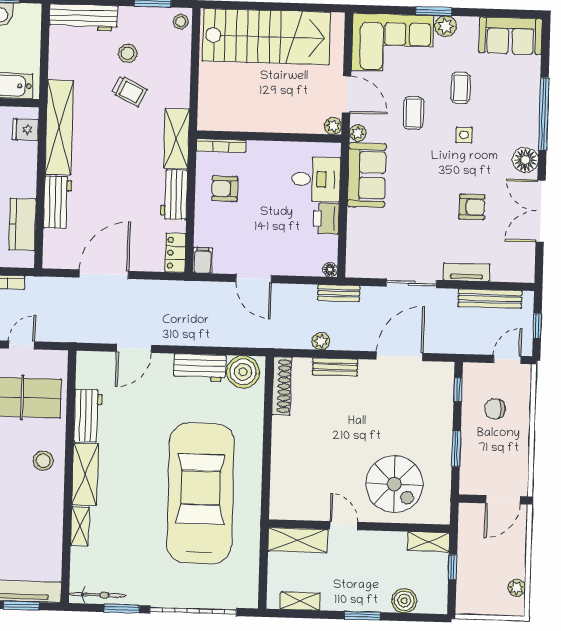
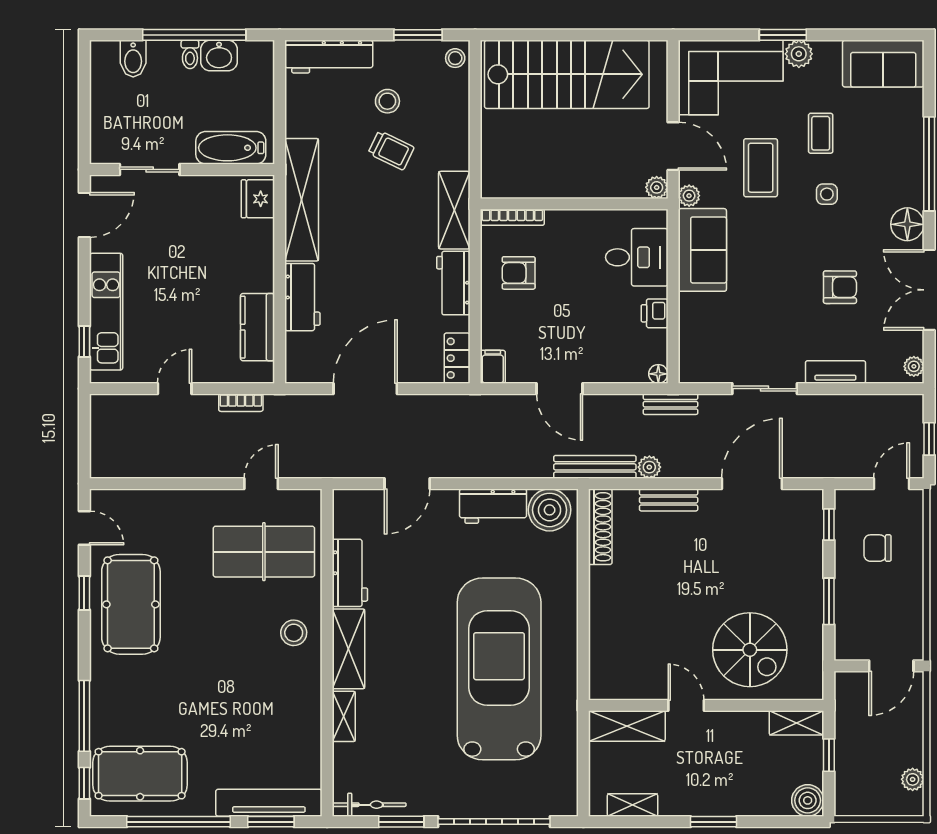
coffee table: (414, 113) -> (761, 168), width x1.36, depth x1.30
fridge: (25, 130) -> (258, 199), width x1.38
printer: (326, 219) -> (655, 313), width x0.73, depth x0.81
plant: (527, 270) -> (914, 366), added
bench: (490, 299) -> (595, 467), moved
boiler: (404, 601) -> (808, 800), moved

